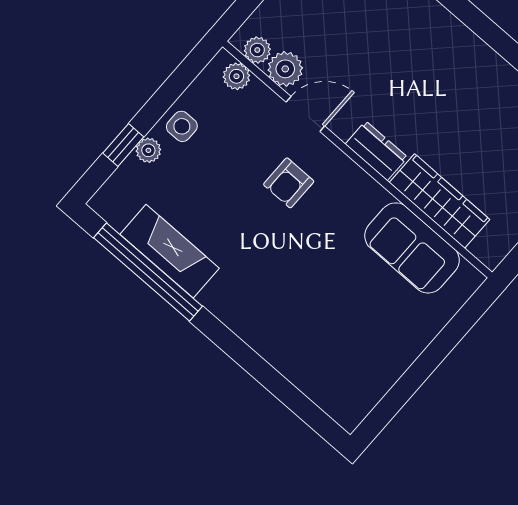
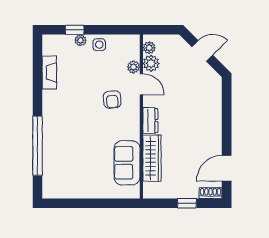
plant: (236, 76) -> (134, 67), moved
armchair: (289, 183) -> (112, 100), turned -95
fireplace: (170, 251) -> (49, 73), width x0.73, depth x0.76
window: (148, 272) -> (38, 146), moved

